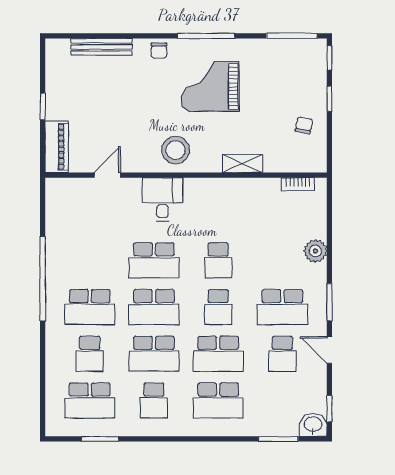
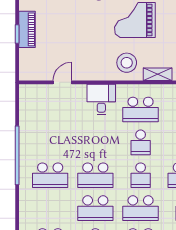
piano: (57, 147) -> (27, 29), moved
stool: (175, 150) -> (127, 63), moved
school desk: (154, 260) -> (141, 109), moved
school desk: (90, 354) -> (50, 208), removed

